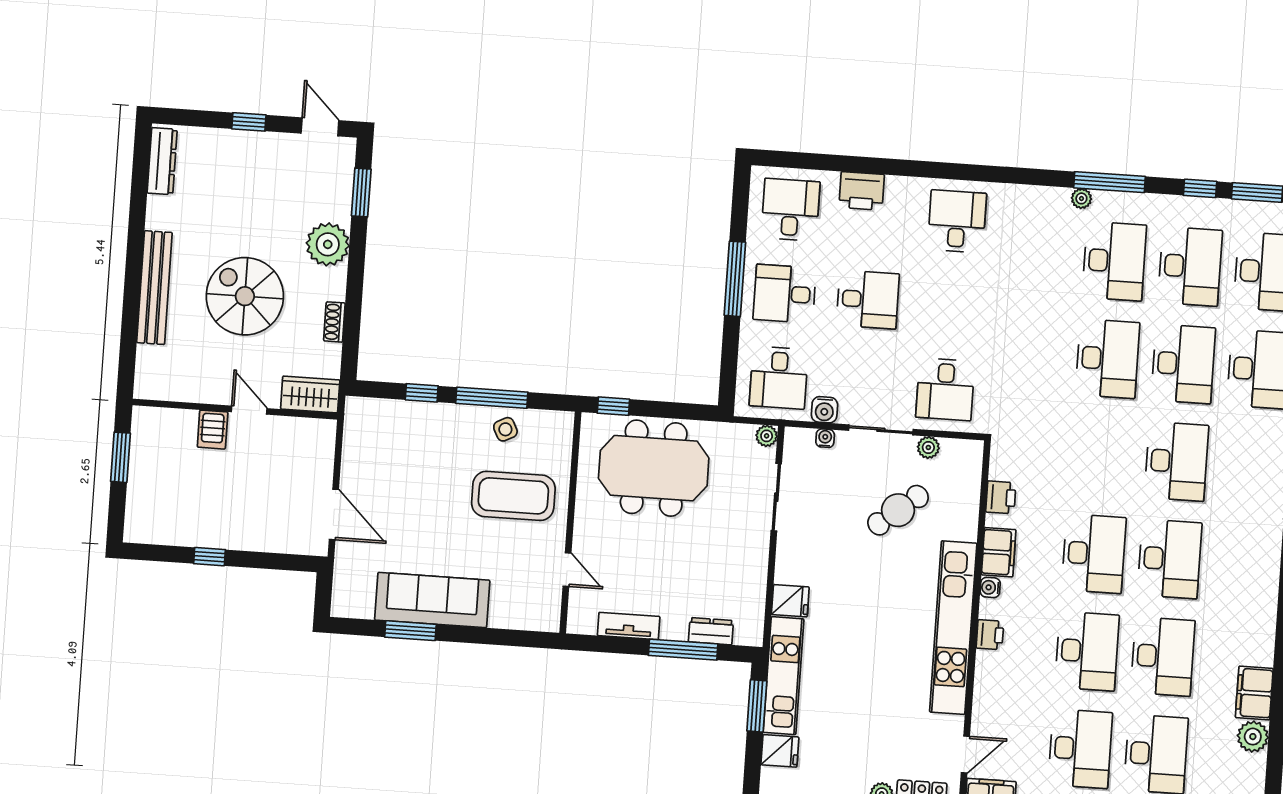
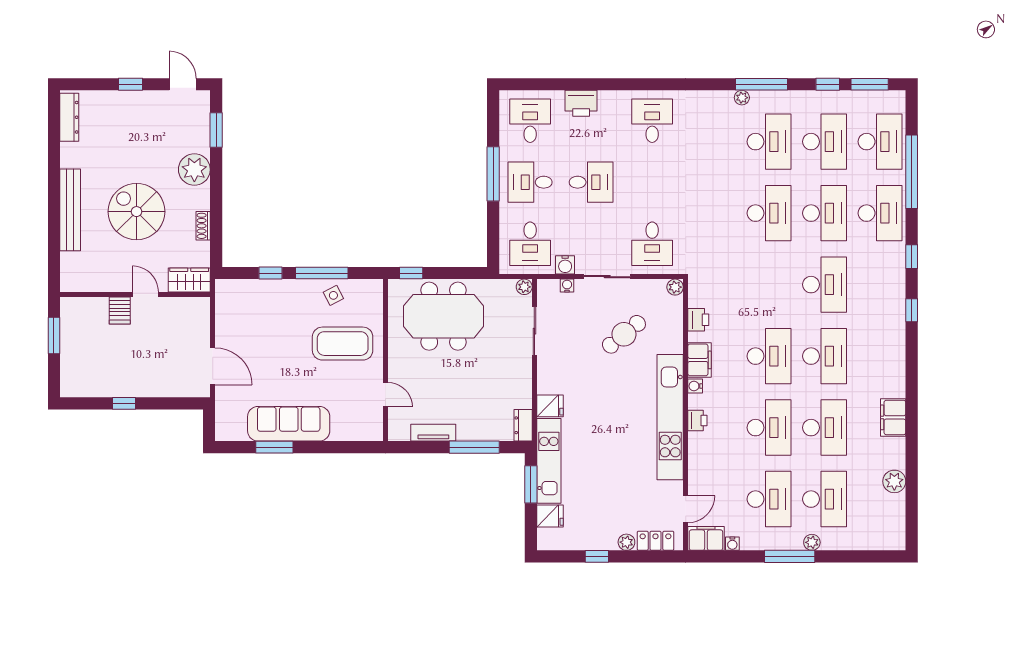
plant: (928, 447) -> (675, 287), moved
dresser: (711, 631) -> (523, 425), moved, turned -90
filing cabinet: (1254, 693) -> (893, 417), moved

